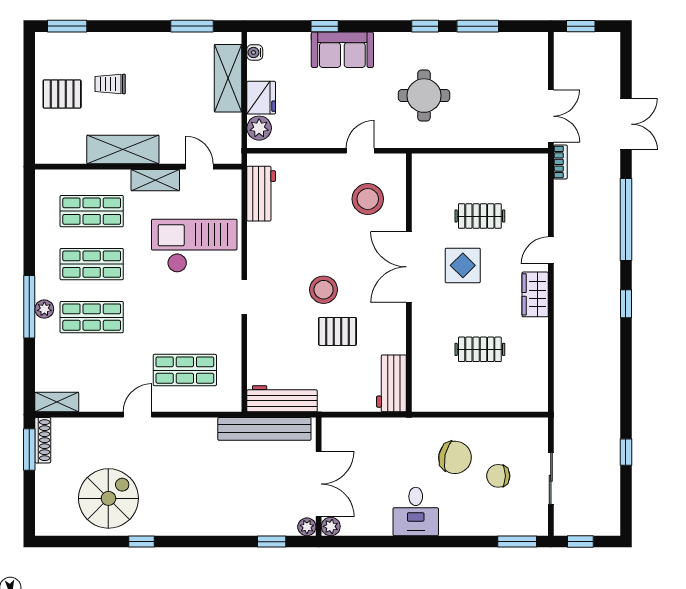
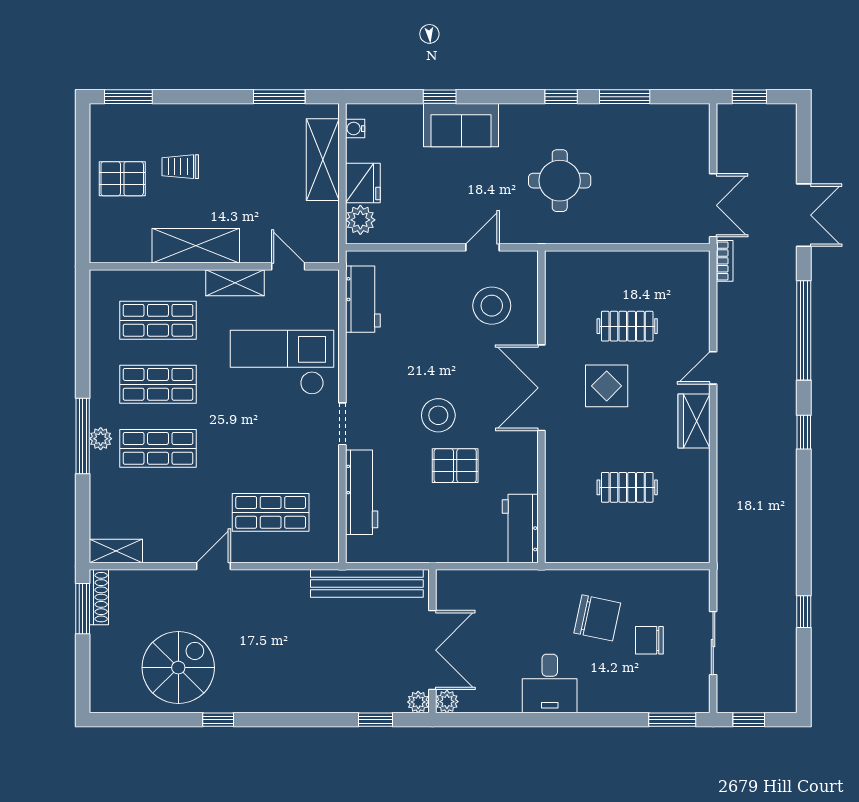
workbench: (282, 399) -> (362, 492), moved, turned 90

